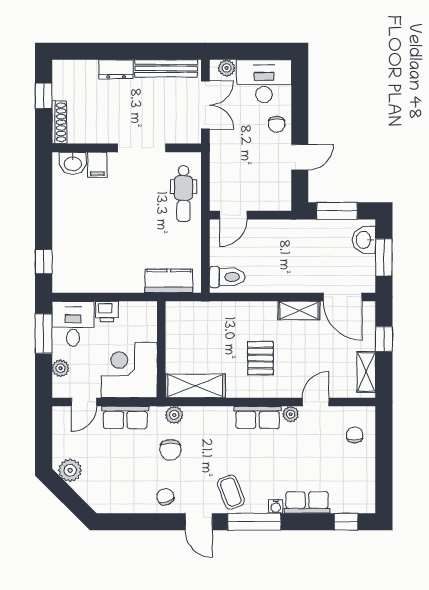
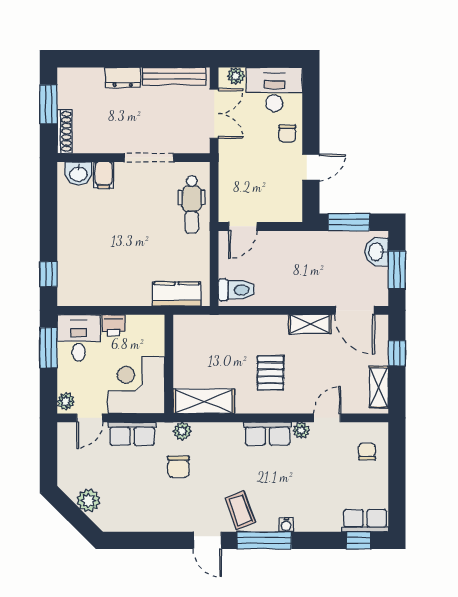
window: (44, 96) -> (49, 104), width x1.50
plant: (61, 368) -> (66, 401), moved
plant: (70, 470) -> (88, 501), moved
chair: (165, 497) -> (173, 515), removed
row of seats: (307, 502) -> (365, 521), moved

